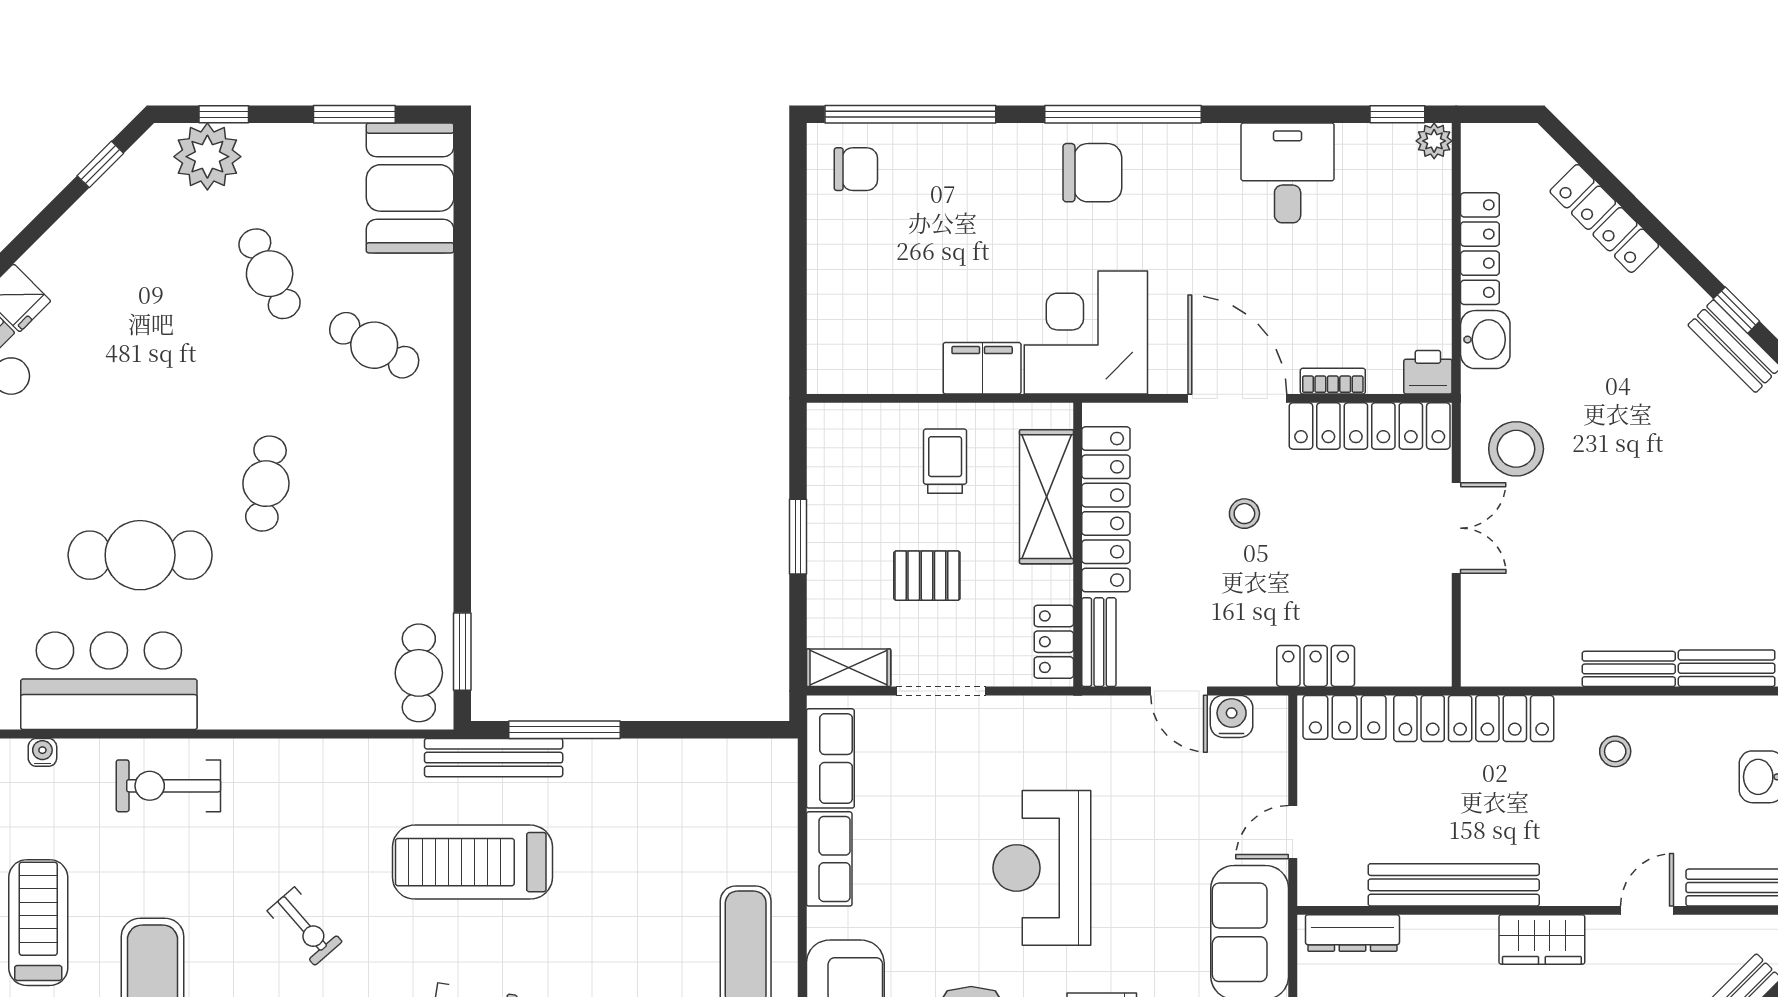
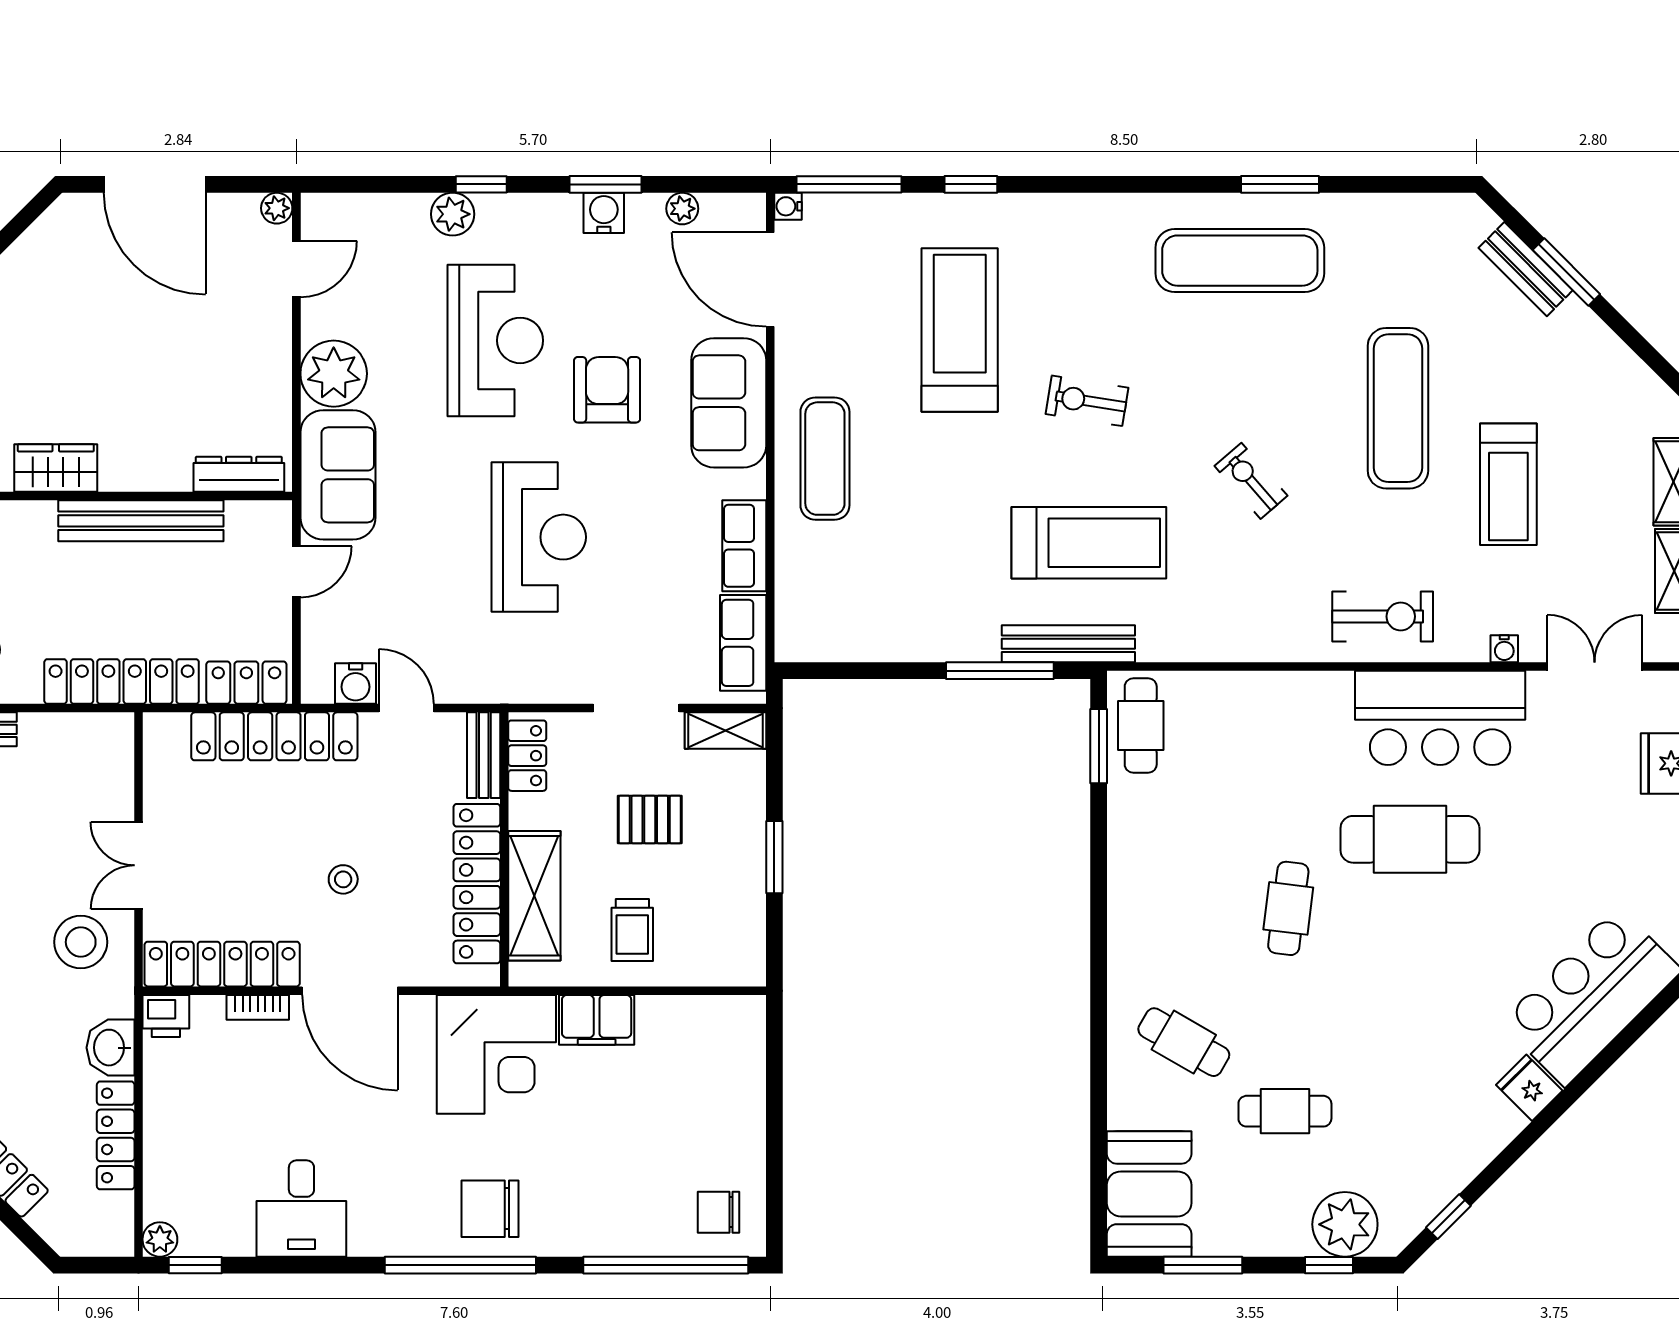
cafe table: (270, 274) -> (1285, 1111), turned -64
locker: (1316, 666) -> (274, 736), width x2.16, depth x1.21

